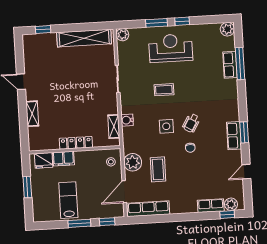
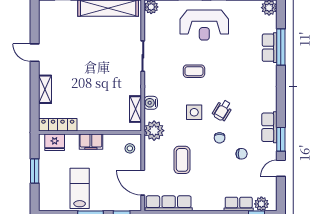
reception desk: (171, 48) -> (204, 25), turned 180
window: (244, 132) -> (281, 139), moved
locker: (76, 143) -> (58, 125), moved
filing cabinet: (64, 159) -> (91, 142), moved
chair: (211, 161) -> (242, 154), added
plant: (133, 162) -> (154, 131), moved
door: (124, 192) -> (143, 183), hinge flipped

